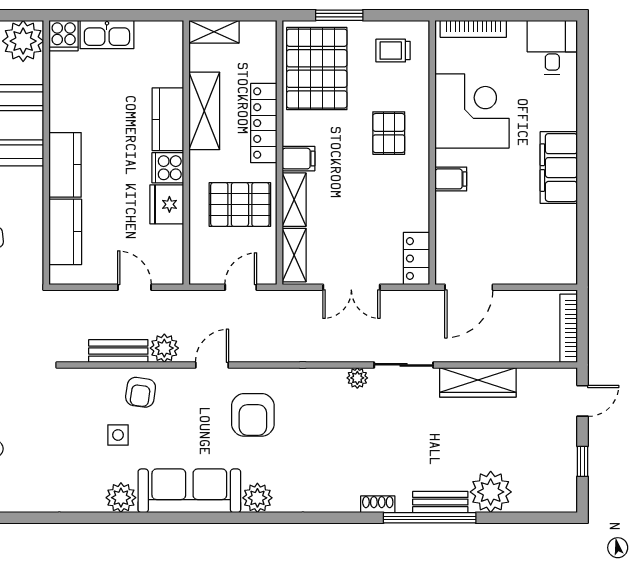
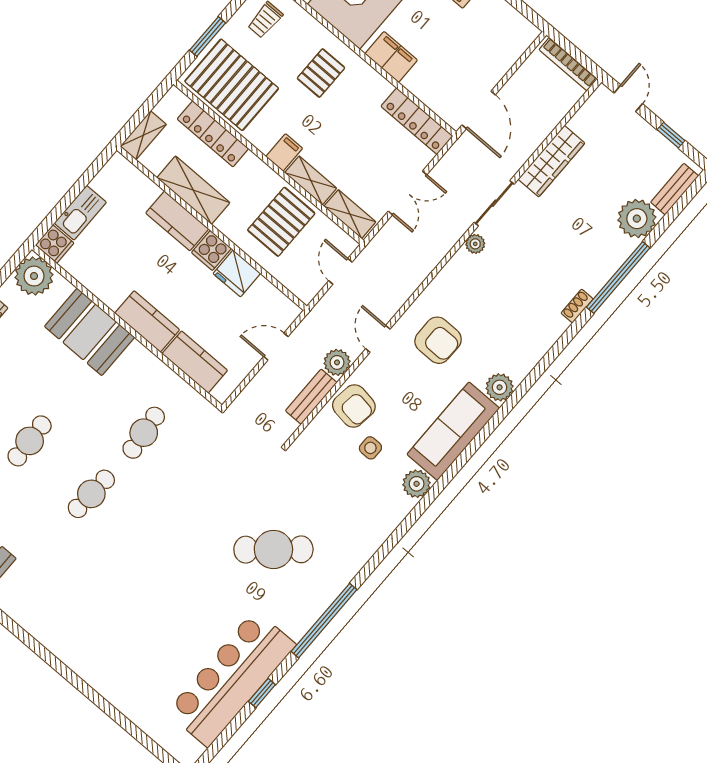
locker: (264, 123) -> (213, 134), moved
pallet: (389, 133) -> (321, 73), turned 90
filing cabinet: (451, 179) -> (391, 57), width x2.00
locker: (417, 259) -> (417, 121), width x1.53
armchair: (141, 392) -> (354, 406), width x1.38, depth x1.38
bench: (440, 502) -> (675, 189), moved

